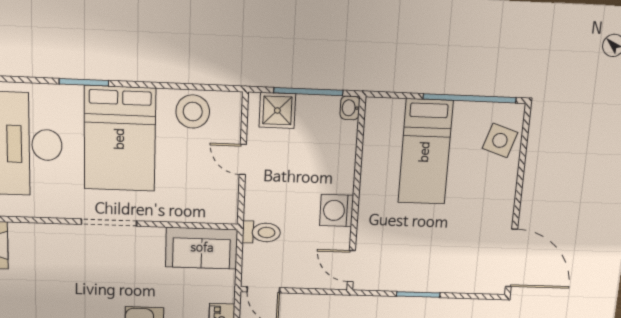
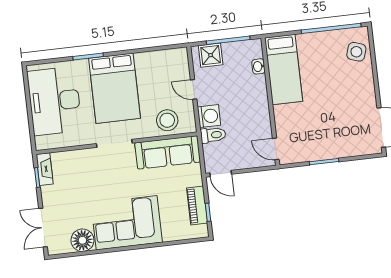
washbasin: (350, 108) -> (258, 66), moved
stool: (193, 112) -> (167, 120), moved
bed: (425, 152) -> (284, 70), moved
washing machine: (337, 210) -> (209, 116), moved, turned 180
sofa: (202, 248) -> (168, 152), width x1.36

